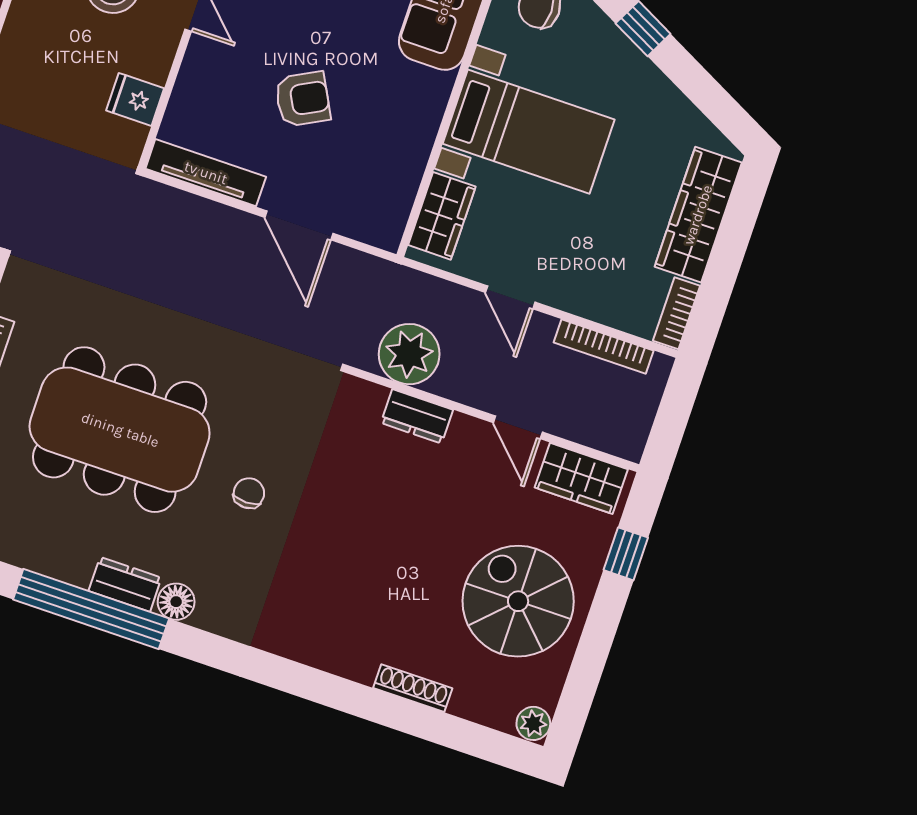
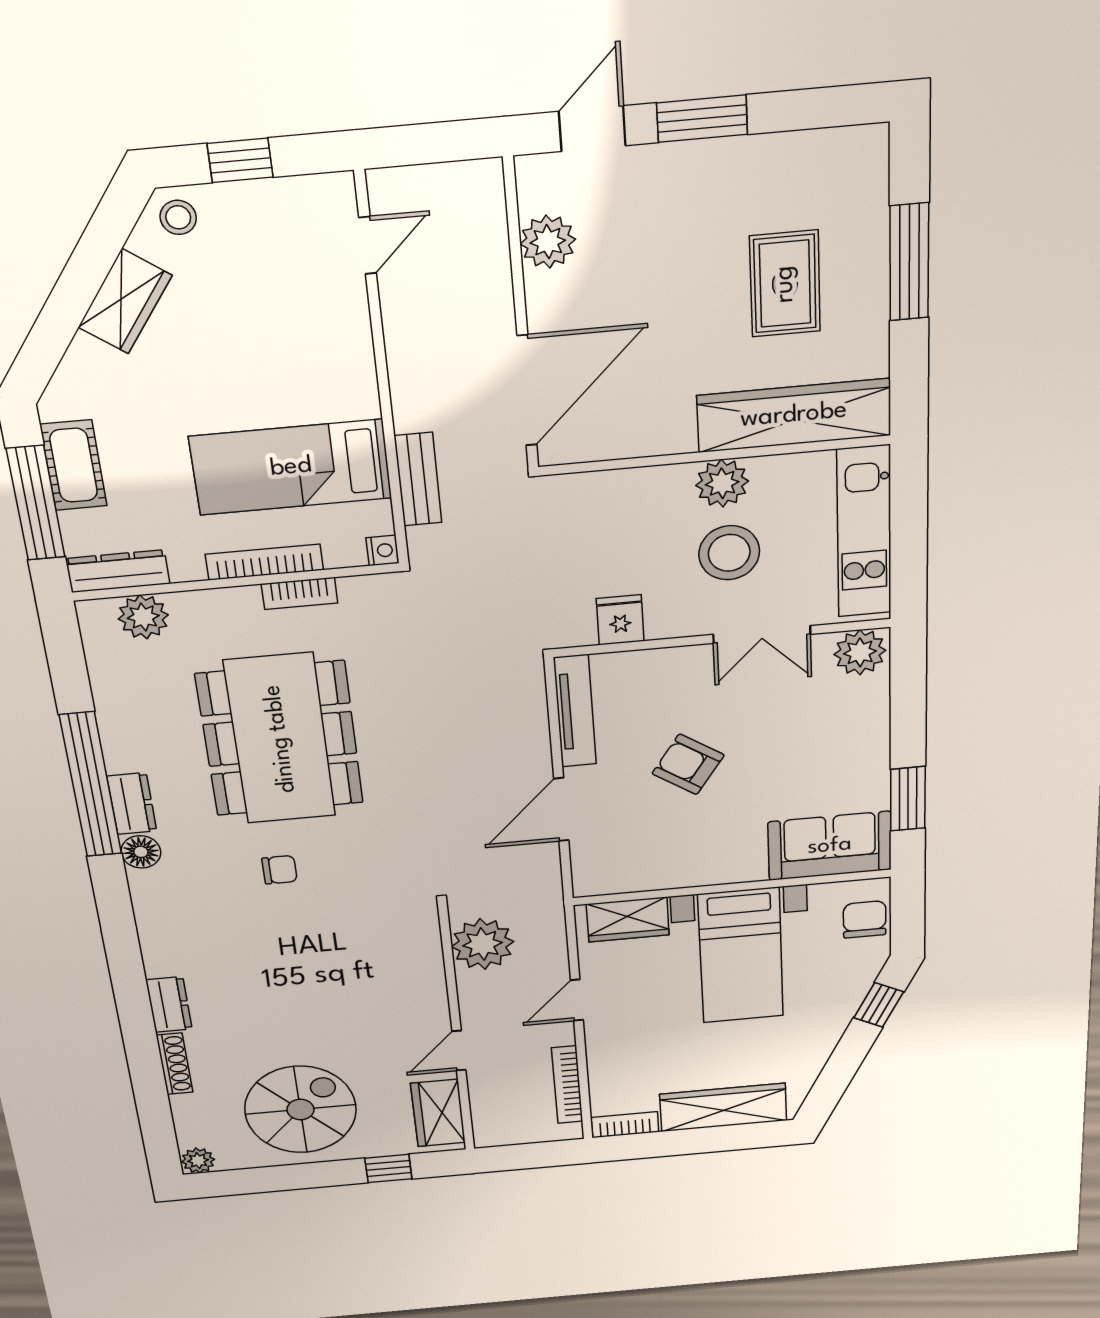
armchair: (303, 99) -> (688, 764), turned 152
dresser: (417, 416) -> (169, 1004), moved, turned 180

